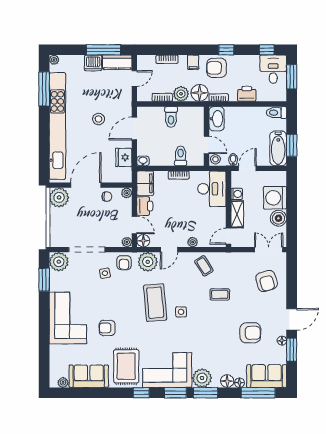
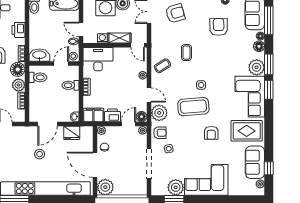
toilet: (171, 117) -> (38, 77), moved
door: (134, 128) -> (47, 124), hinge flipped
plant: (59, 262) -> (176, 187), moved
armchair: (107, 328) -> (211, 133), moved
window: (141, 393) -> (269, 168), moved

